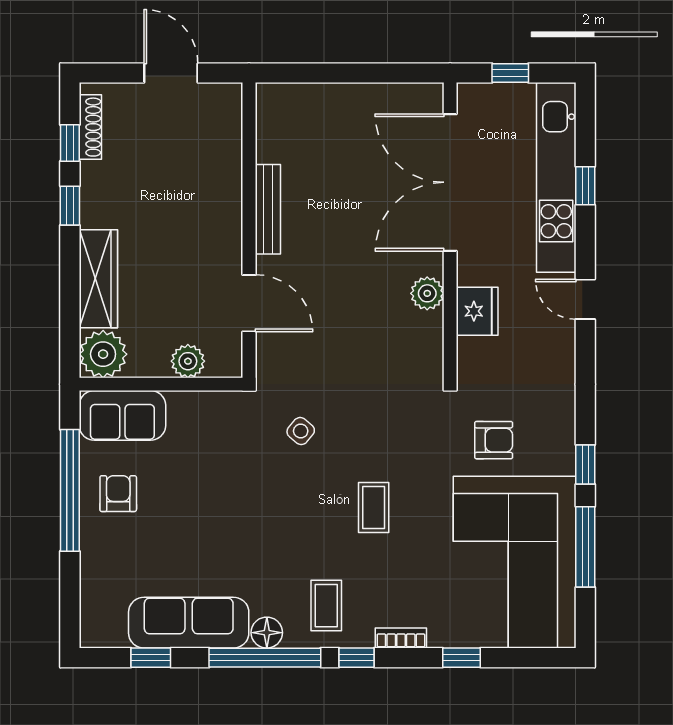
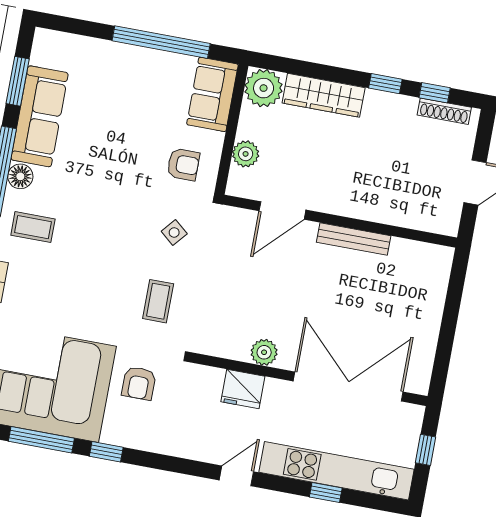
armchair: (118, 494) -> (183, 164), moved
coffee table: (374, 508) -> (158, 301), moved, turned 90
window: (151, 658) -> (18, 81), width x1.50

